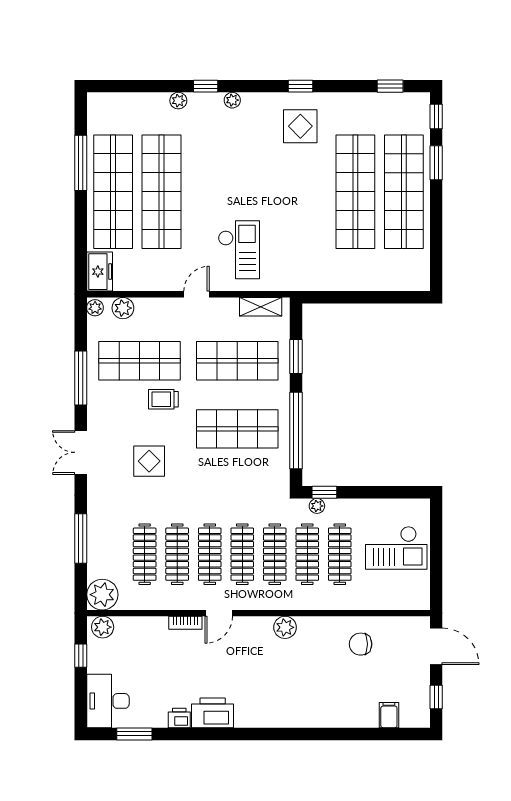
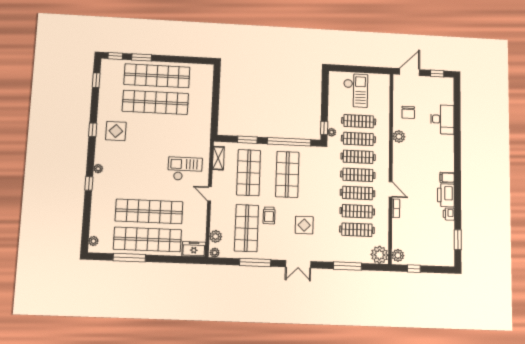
plant: (178, 101) -> (93, 241), moved
plant: (285, 627) -> (399, 137), moved
desk: (108, 701) -> (442, 119), moved, turned -90
filing cabinet: (389, 715) -> (447, 178), moved

